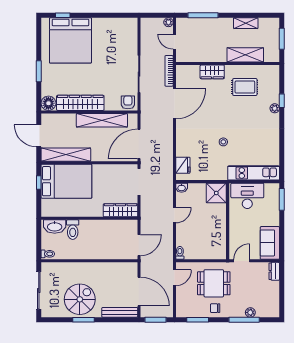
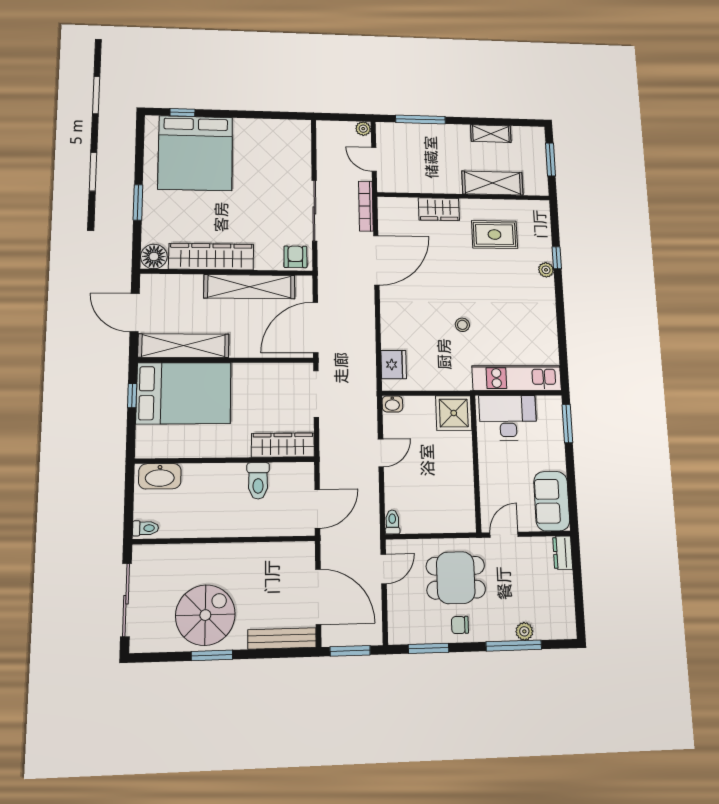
toilet: (73, 230) -> (258, 481), moved

